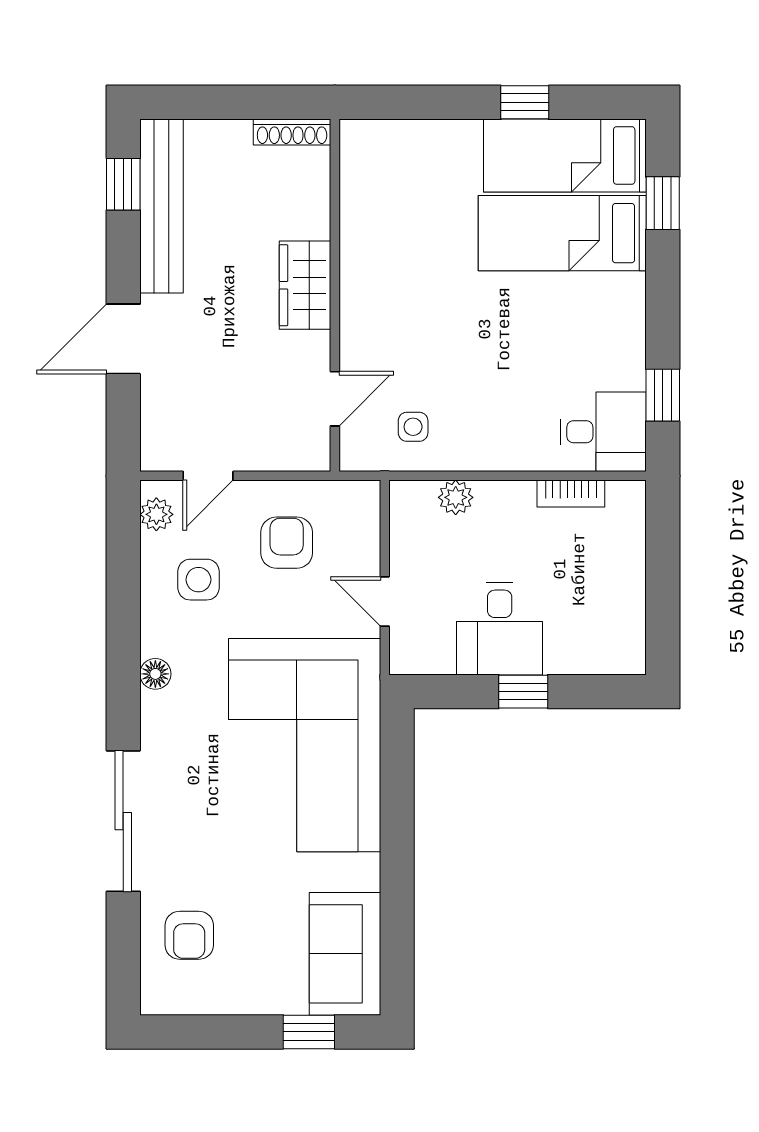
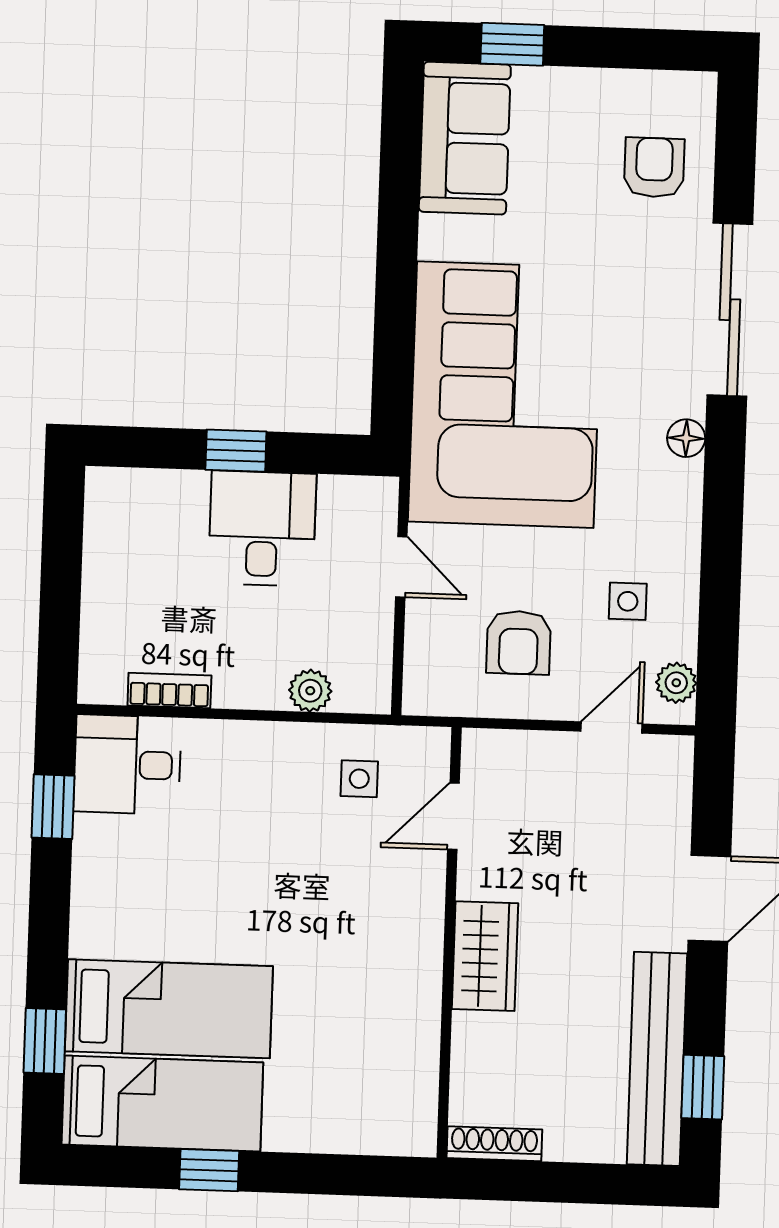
side table: (198, 580) -> (628, 601), width x0.73, depth x0.73
floor lamp: (155, 674) -> (686, 438), moved

